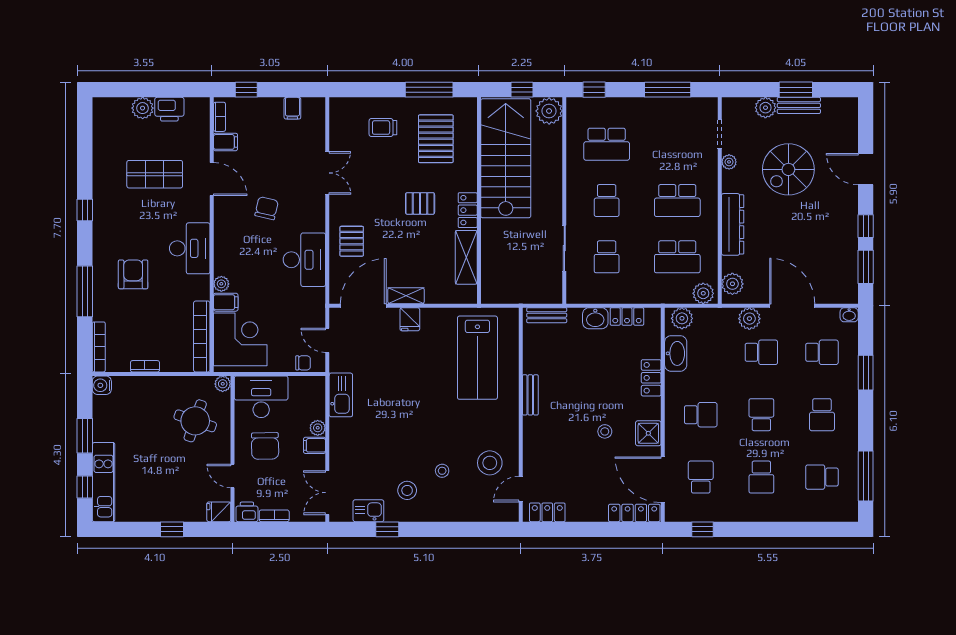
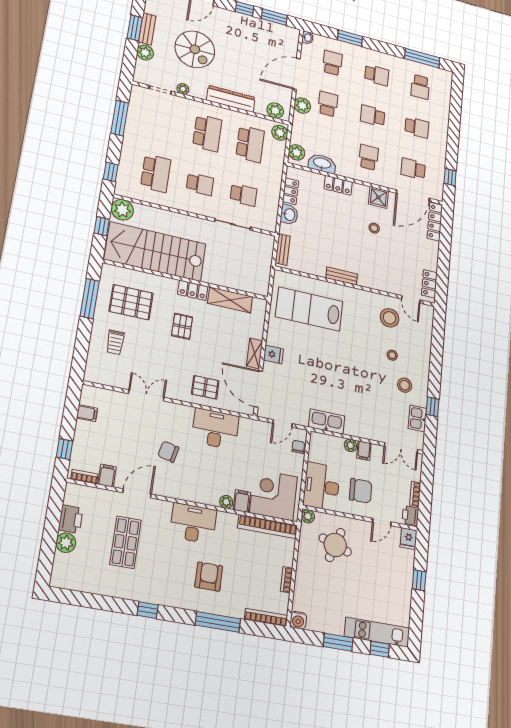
armchair: (133, 274) -> (209, 577), turned 90
lab bench: (477, 358) -> (309, 309), turned 180

